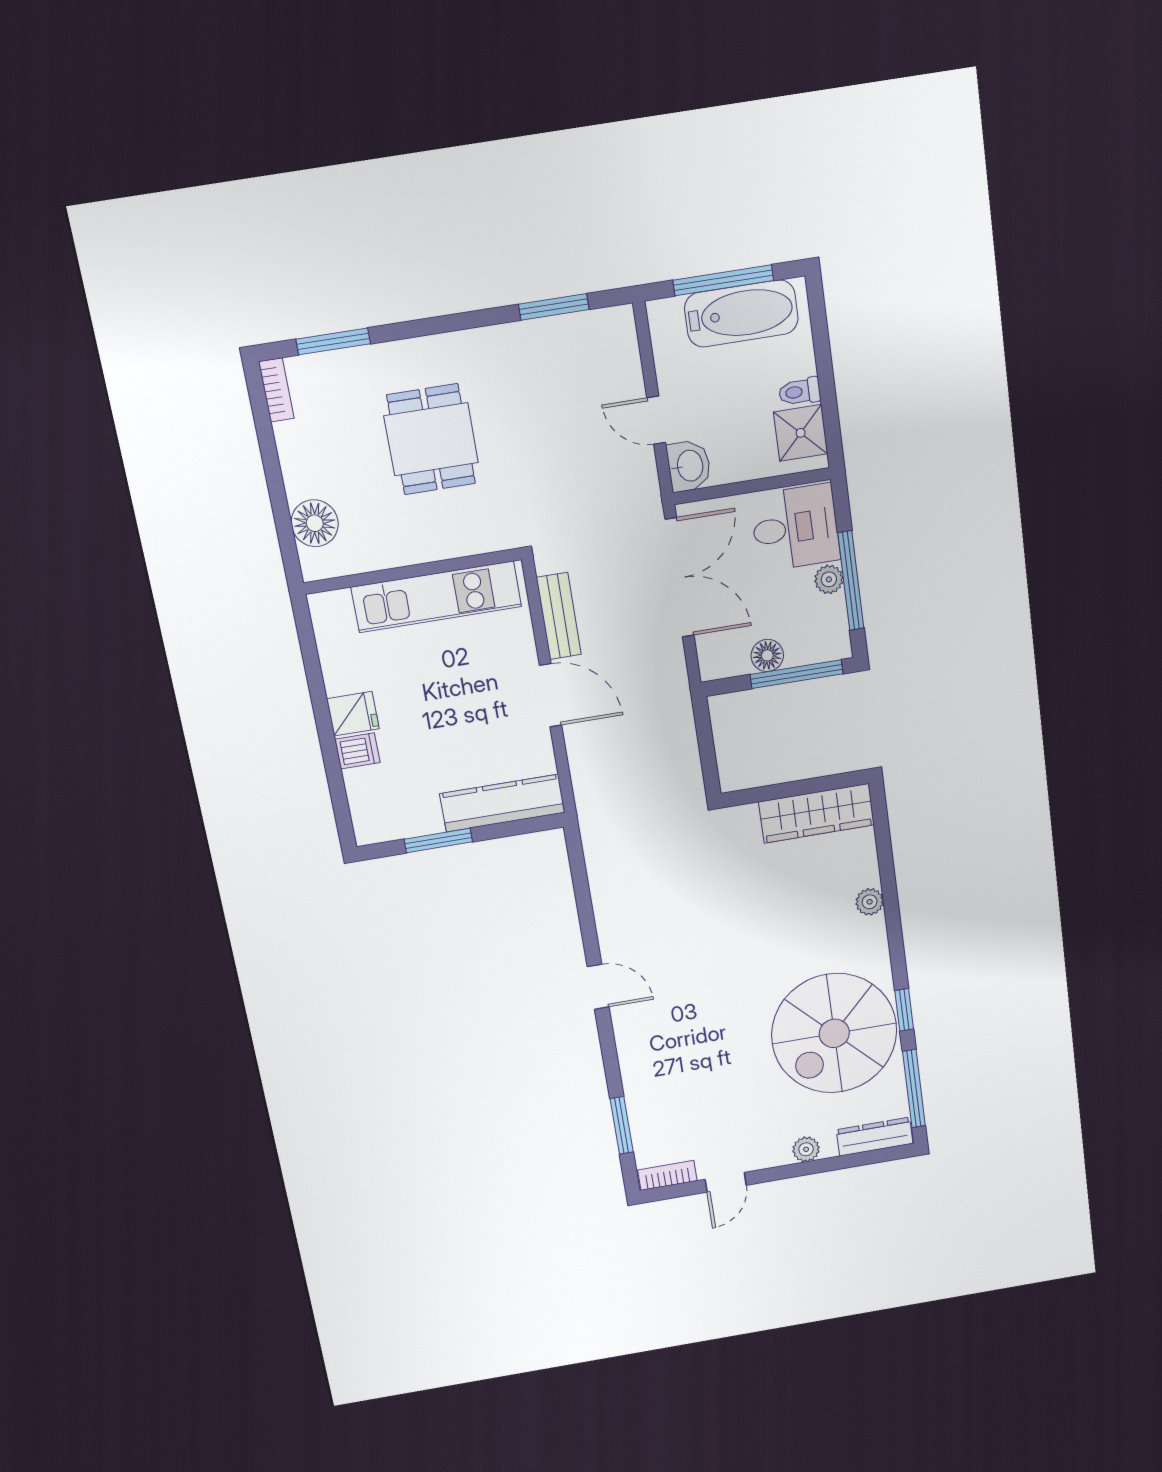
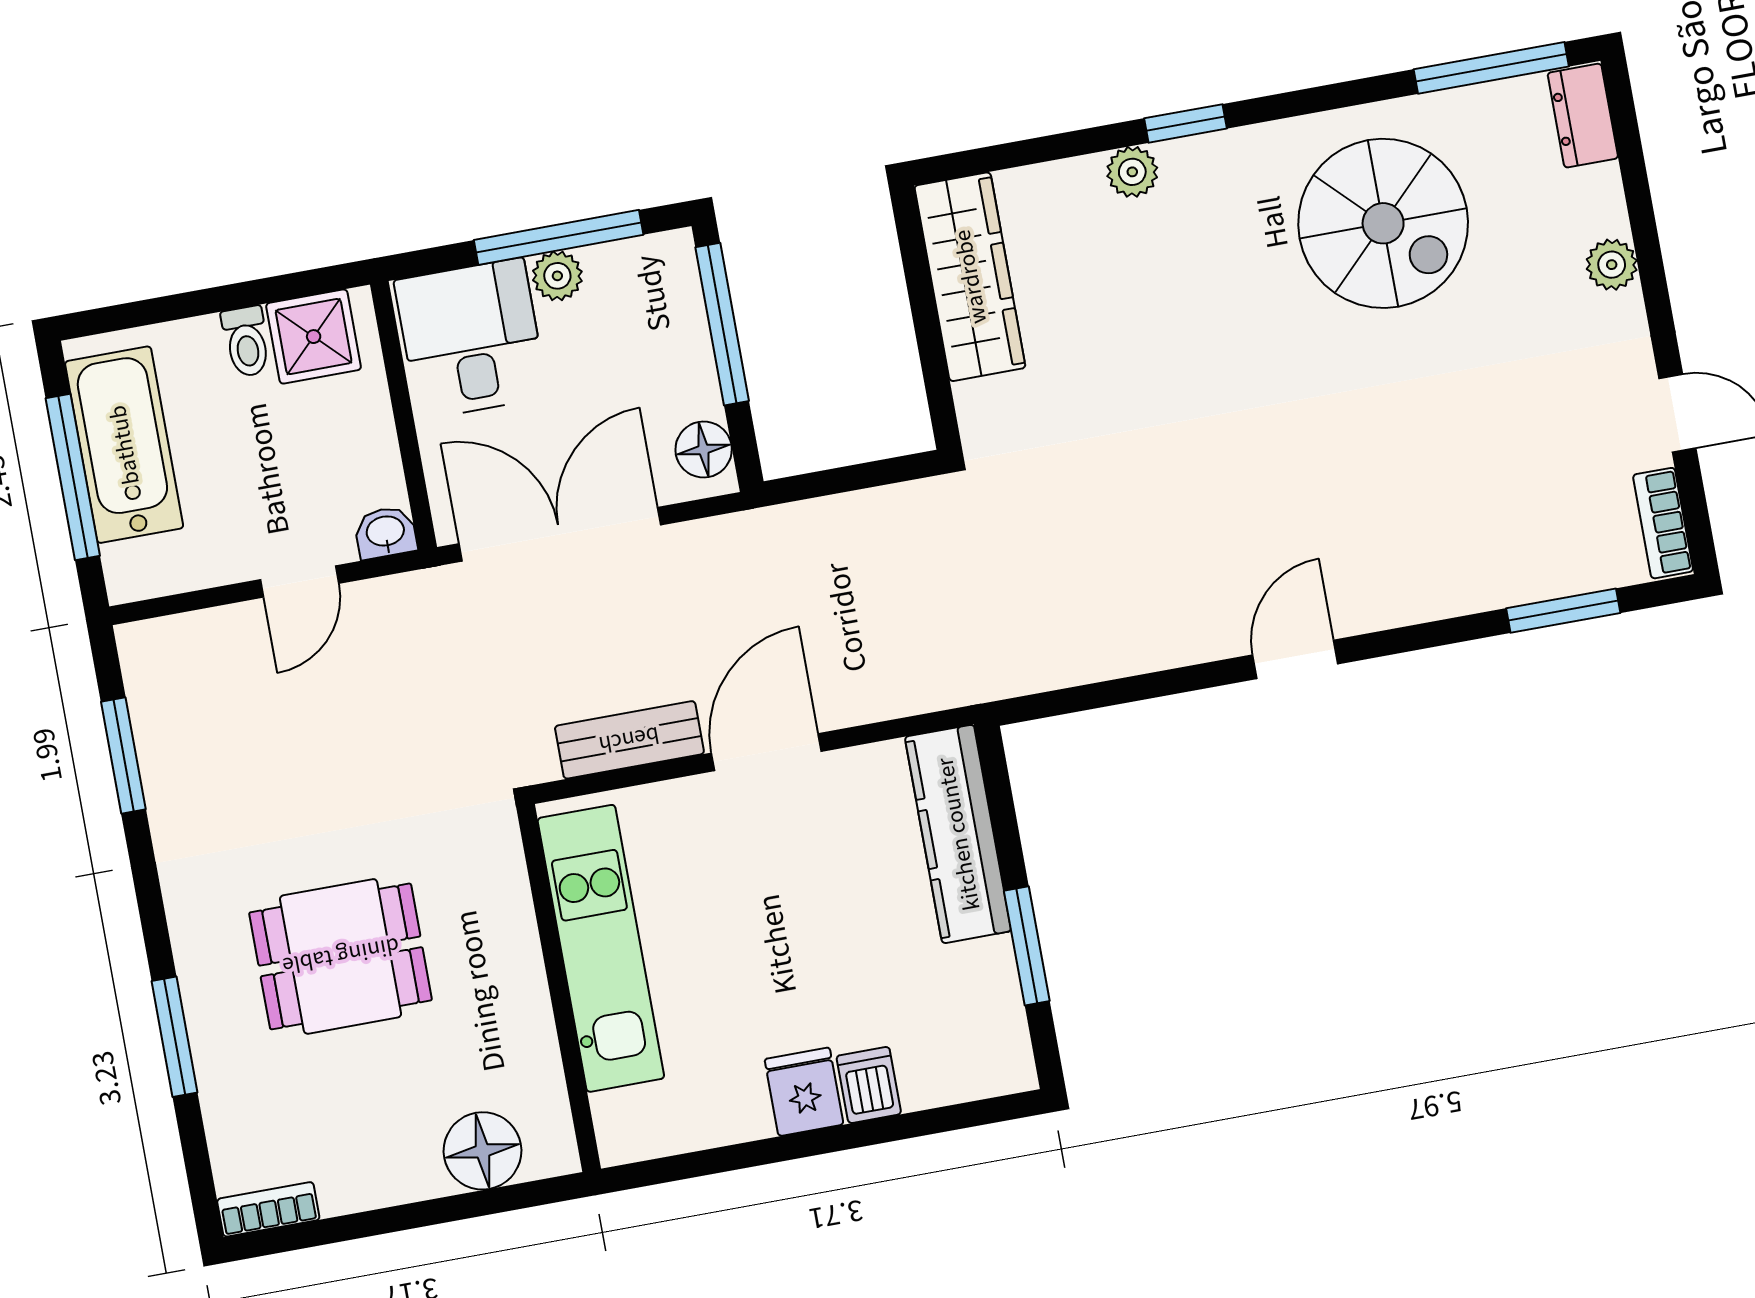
window: (333, 341) -> (175, 1037), moved
washbasin: (689, 466) -> (386, 532), width x0.72, depth x0.69
floor lamp: (767, 655) -> (704, 449), moved
window: (904, 1010) -> (1185, 123), moved
spiral stairs: (834, 1033) -> (1383, 223), width x0.73, depth x0.73
dresser: (875, 1137) -> (1583, 116), width x0.70

